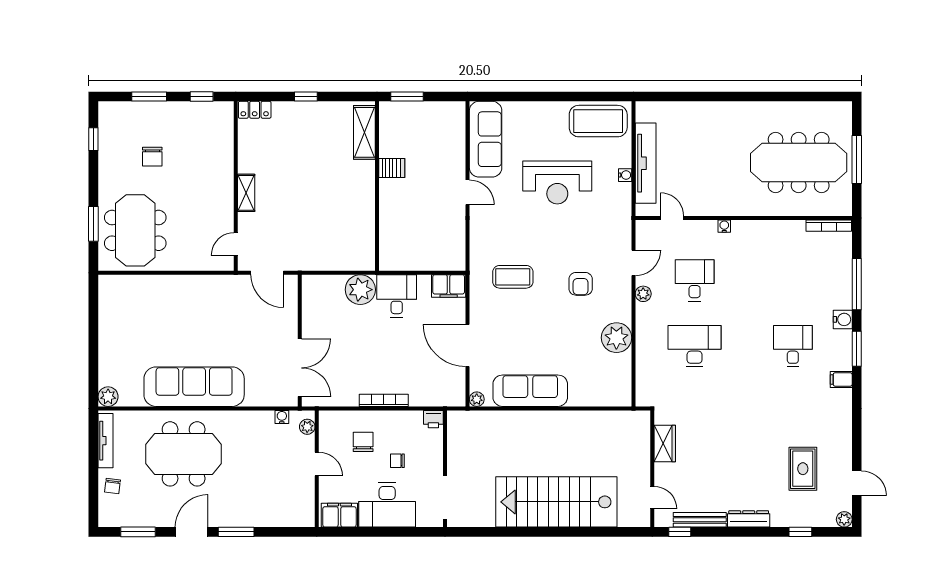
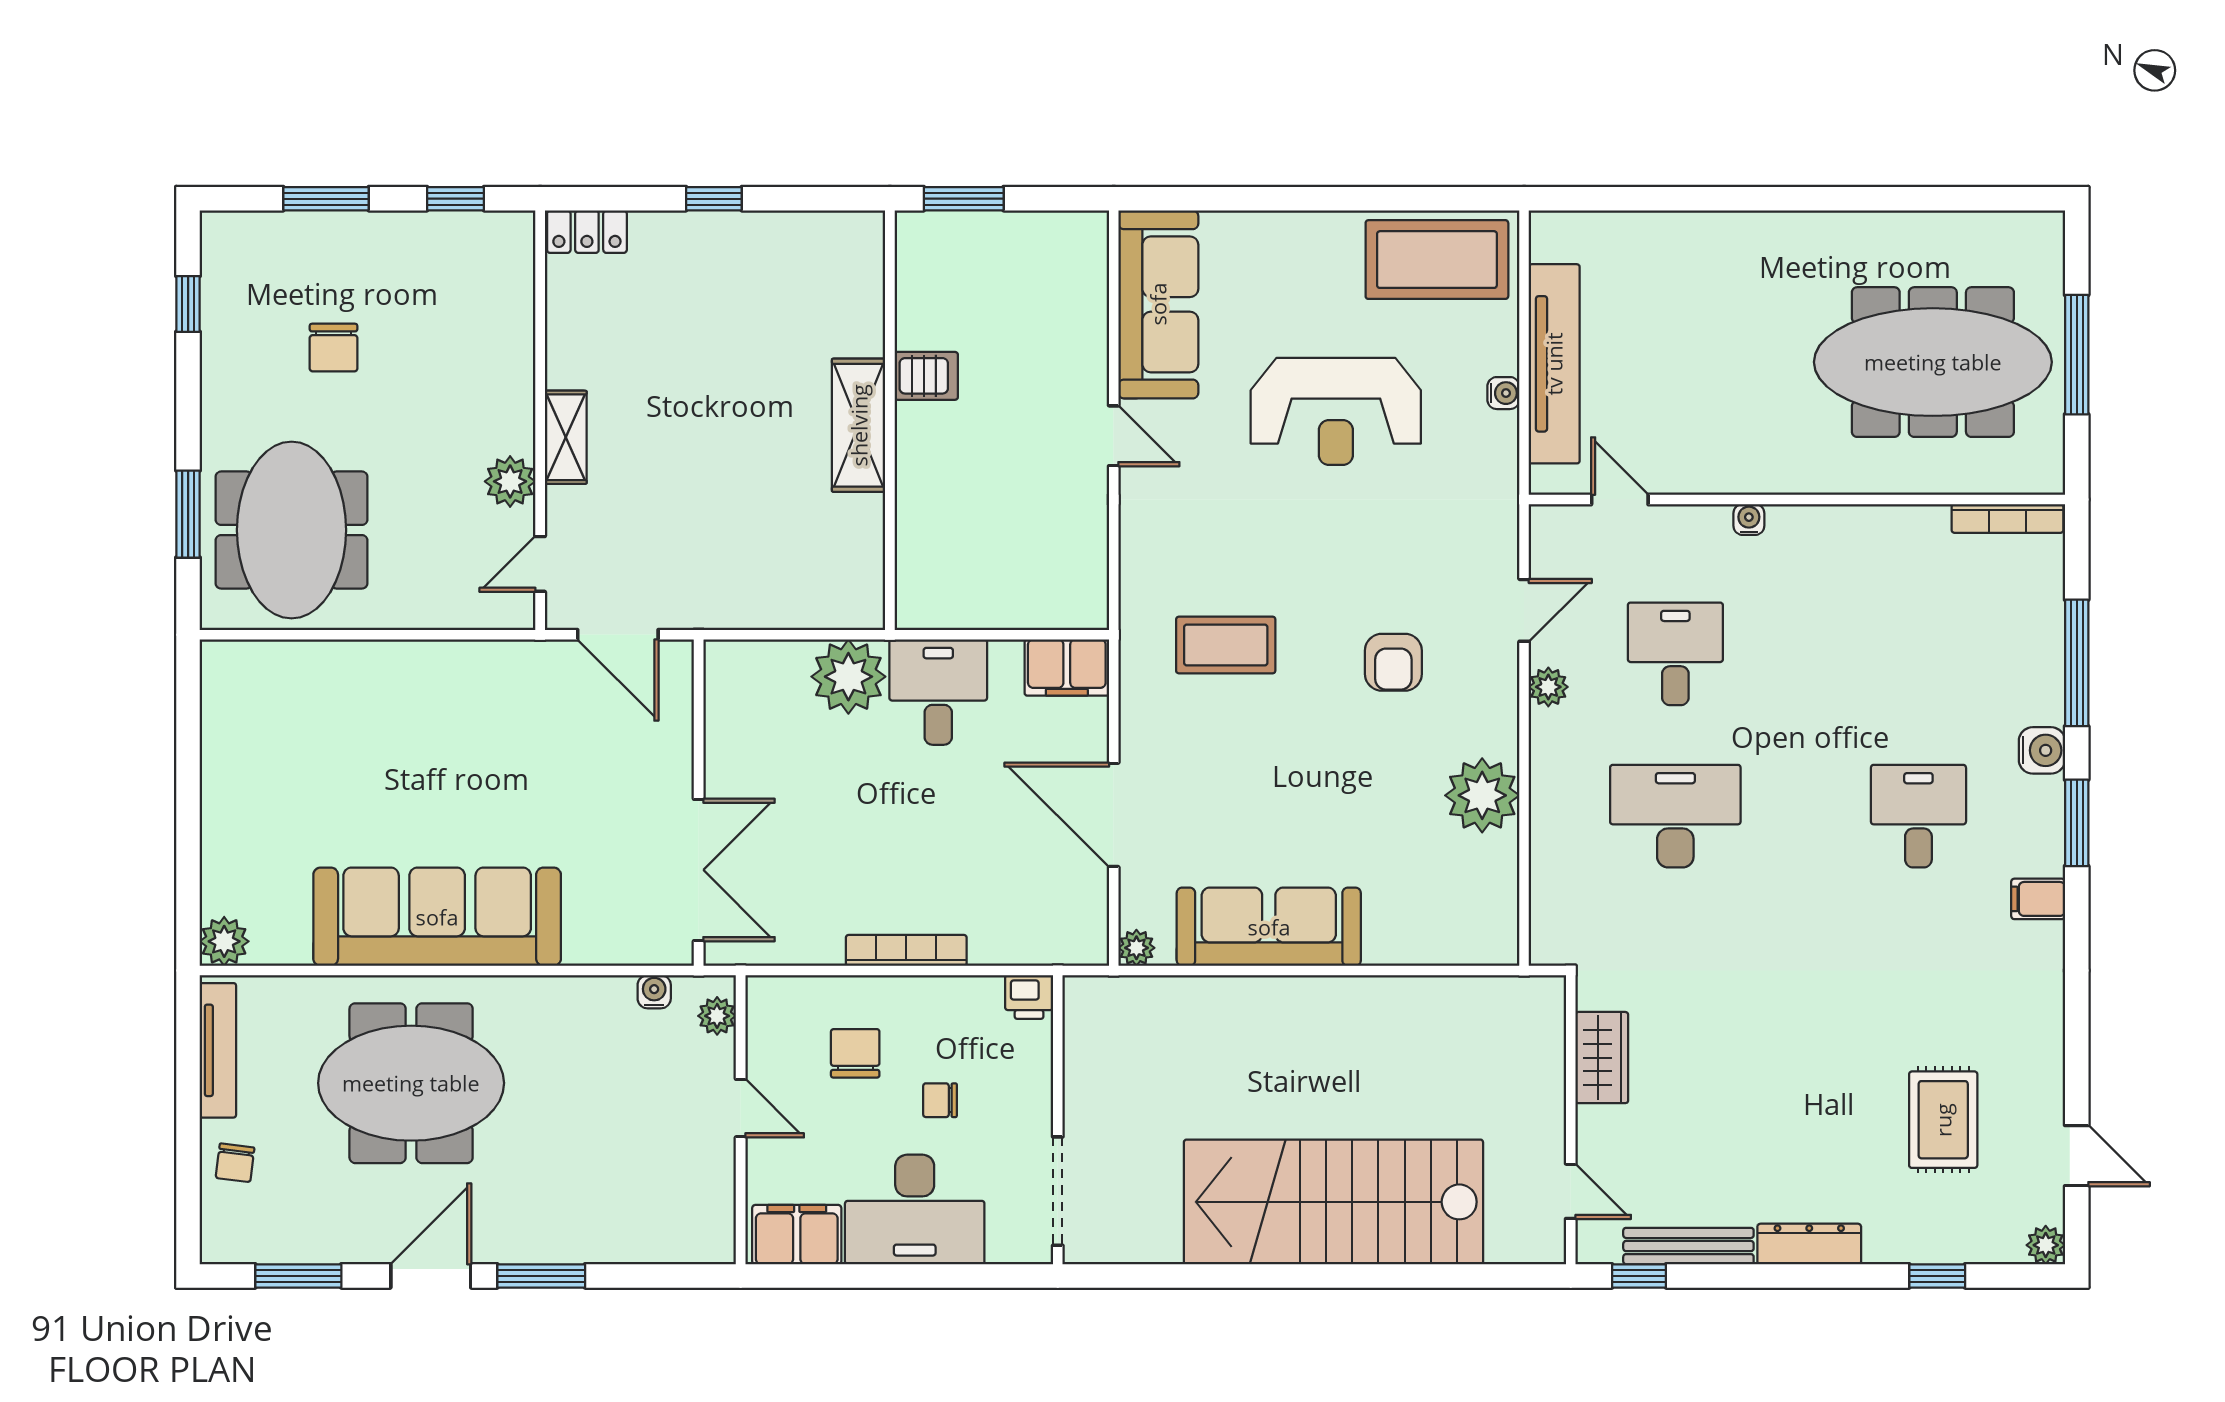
shelving: (364, 132) -> (859, 425), moved
plant: (224, 211) -> (510, 481), added

